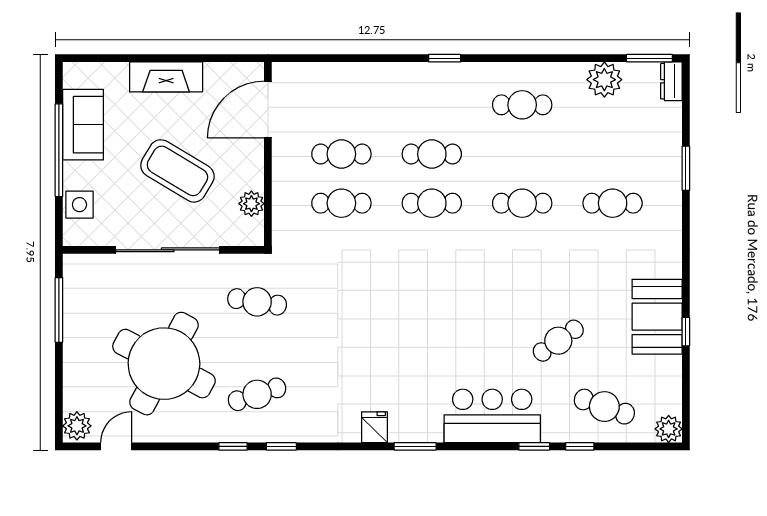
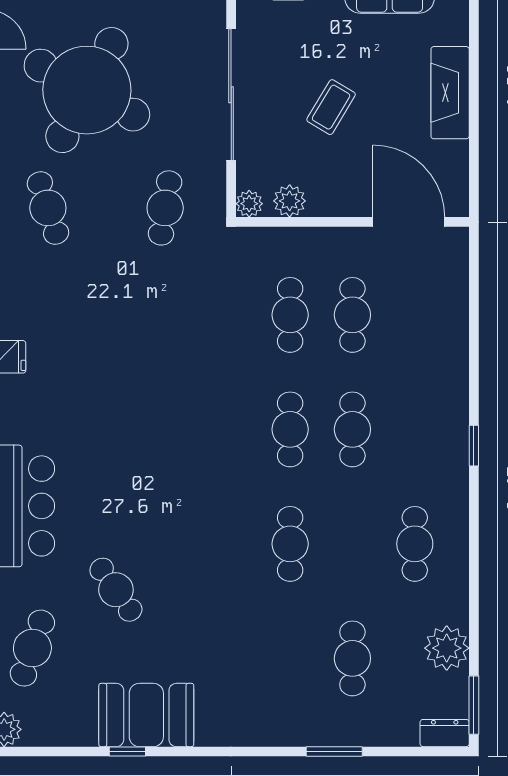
coffee table: (177, 171) -> (331, 107), width x0.54, depth x0.58
cafe table: (613, 203) -> (352, 658), moved
plant: (254, 235) -> (249, 204), added

